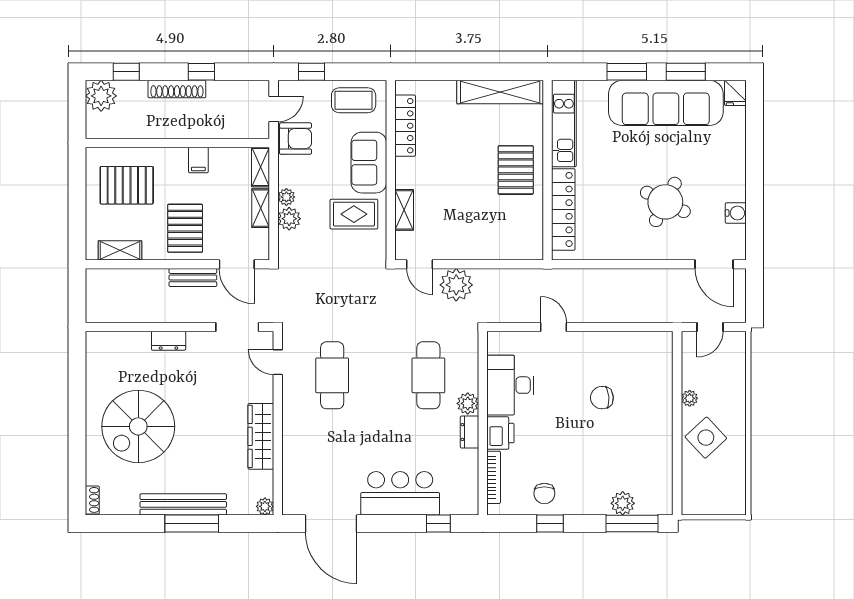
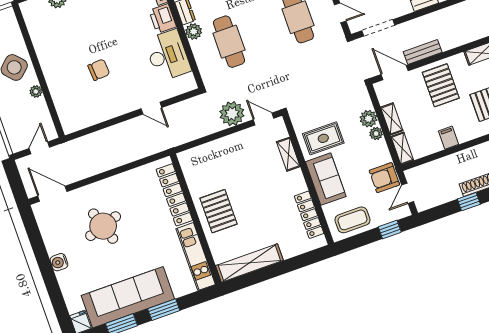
round table: (665, 202) -> (103, 226), turned 45
water cooler: (736, 213) -> (59, 262), moved

